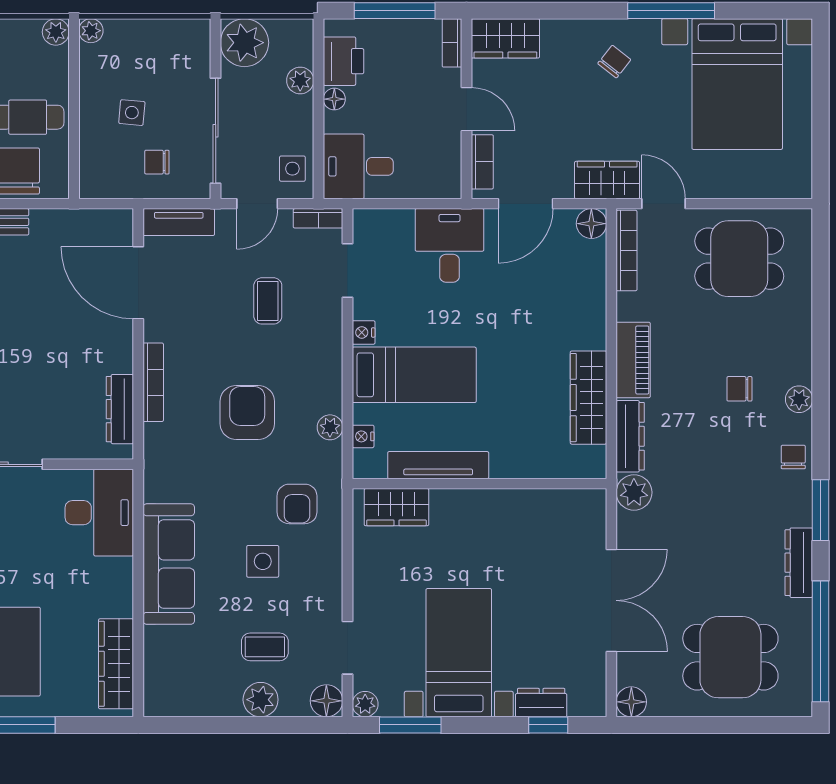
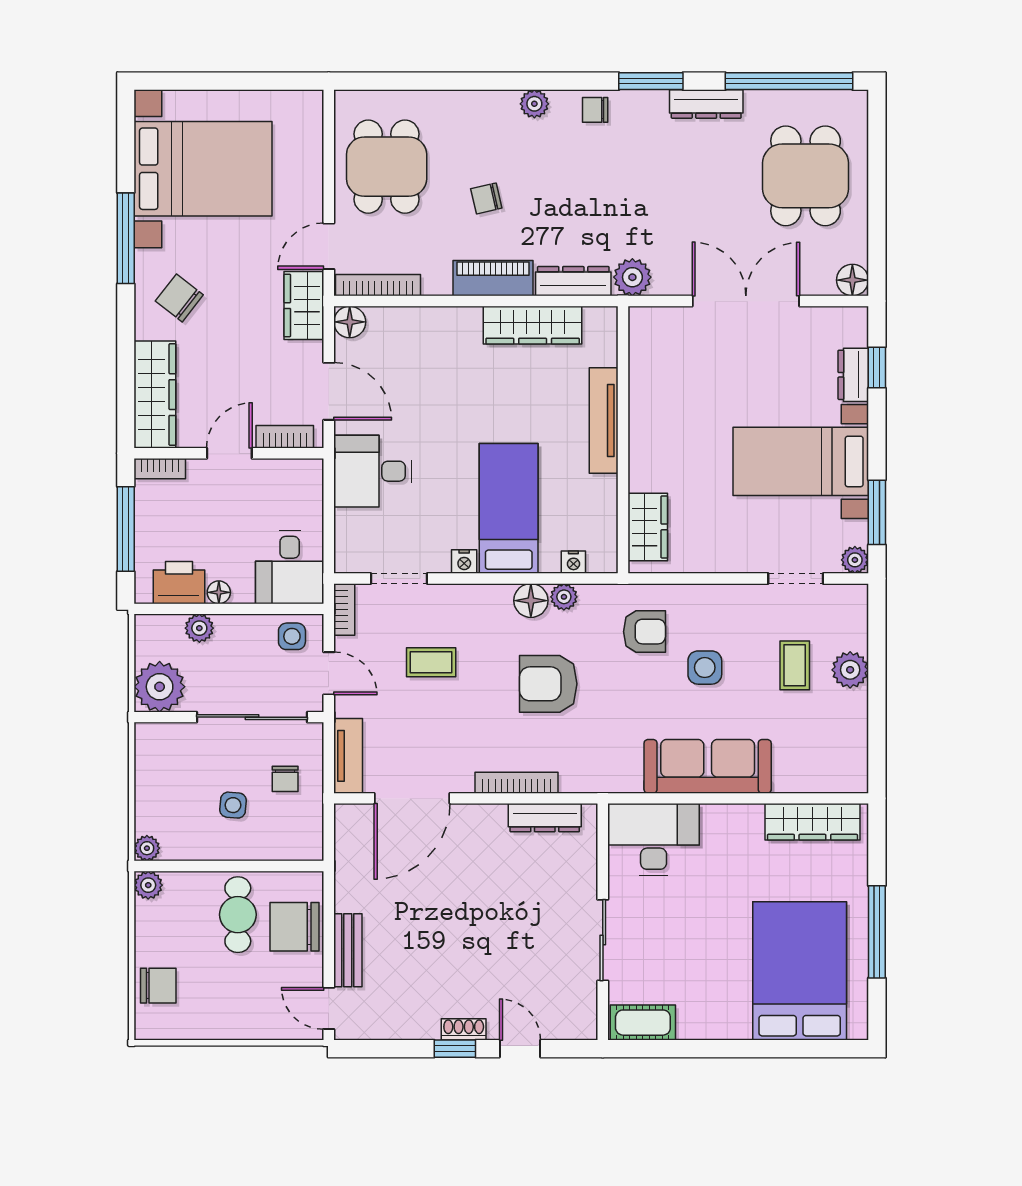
wardrobe: (505, 38) -> (155, 395), width x1.50
chair: (614, 62) -> (179, 298), width x1.37, depth x1.37
chair: (739, 389) -> (486, 198), moved, turned 77
tv unit: (438, 465) -> (604, 421), moved
floor lamp: (326, 701) -> (531, 601), moved

